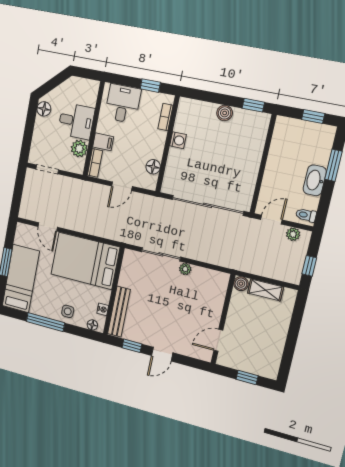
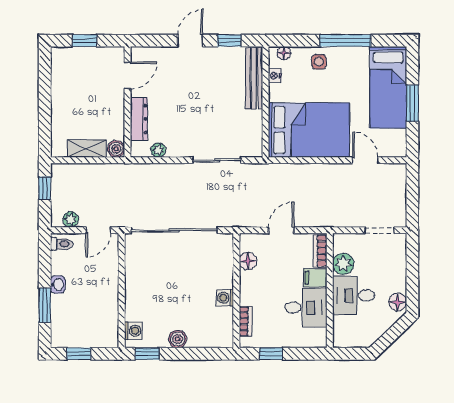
desk: (123, 104) -> (306, 308), moved, turned -90
washing machine: (261, 128) -> (133, 331), added
washbasin: (315, 180) -> (58, 285), width x0.52, depth x0.69
plant: (185, 269) -> (158, 150), moved
dresser: (217, 303) -> (139, 119), added

